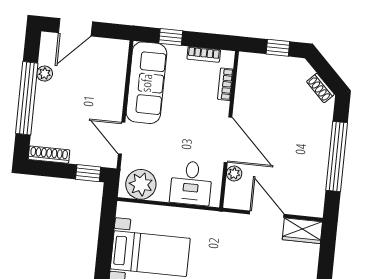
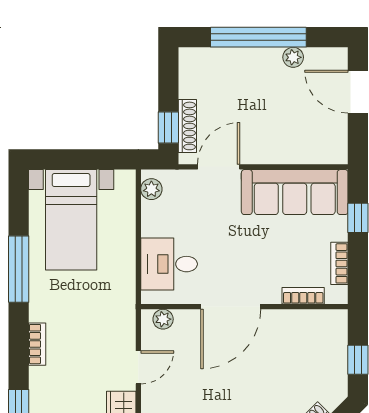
shoe rack: (49, 155) -> (187, 126), moved
plant: (234, 173) -> (163, 319), moved
plant: (141, 184) -> (151, 189), width x0.53, depth x0.53
door: (267, 214) -> (138, 367), width x0.73

